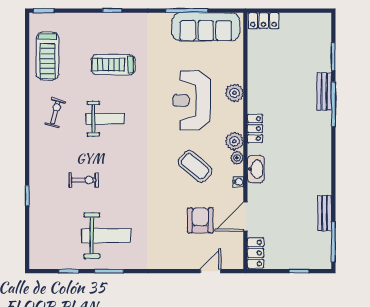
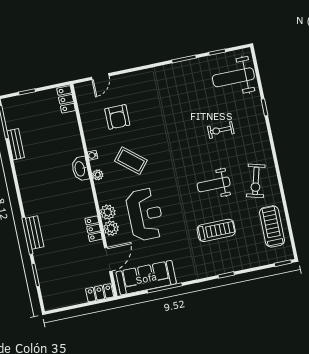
bench: (324, 91) -> (35, 233), moved
exercise bike: (55, 112) -> (256, 181), width x1.38, depth x1.39
locker: (255, 129) -> (94, 229), moved
plant: (234, 141) -> (108, 212), moved
door: (245, 217) -> (108, 259), moved
weight bench: (106, 236) -> (233, 77), moved

